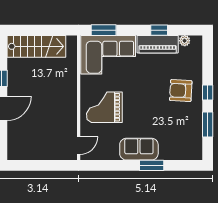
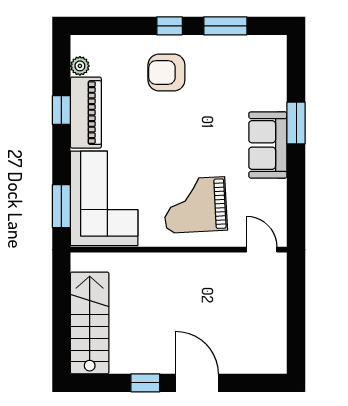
armchair: (181, 91) -> (166, 73), turned 87
grand piano: (104, 107) -> (195, 205), turned 87

